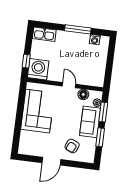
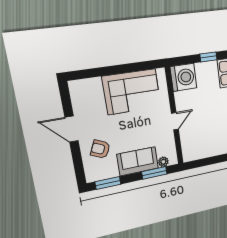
window: (26, 61) -> (208, 57), moved
floor lamp: (83, 94) -> (168, 142), removed
window: (100, 137) -> (108, 183), moved

